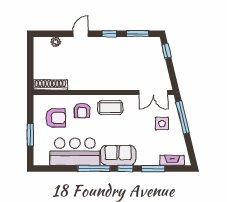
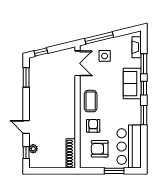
window: (109, 34) -> (26, 153), moved
armchair: (82, 111) -> (93, 126), turned -90
armchair: (56, 118) -> (100, 149), turned -90
bar counter: (75, 152) -> (129, 147), moved
sofa: (118, 155) -> (132, 84), moved
window: (94, 169) -> (144, 115), width x0.69

